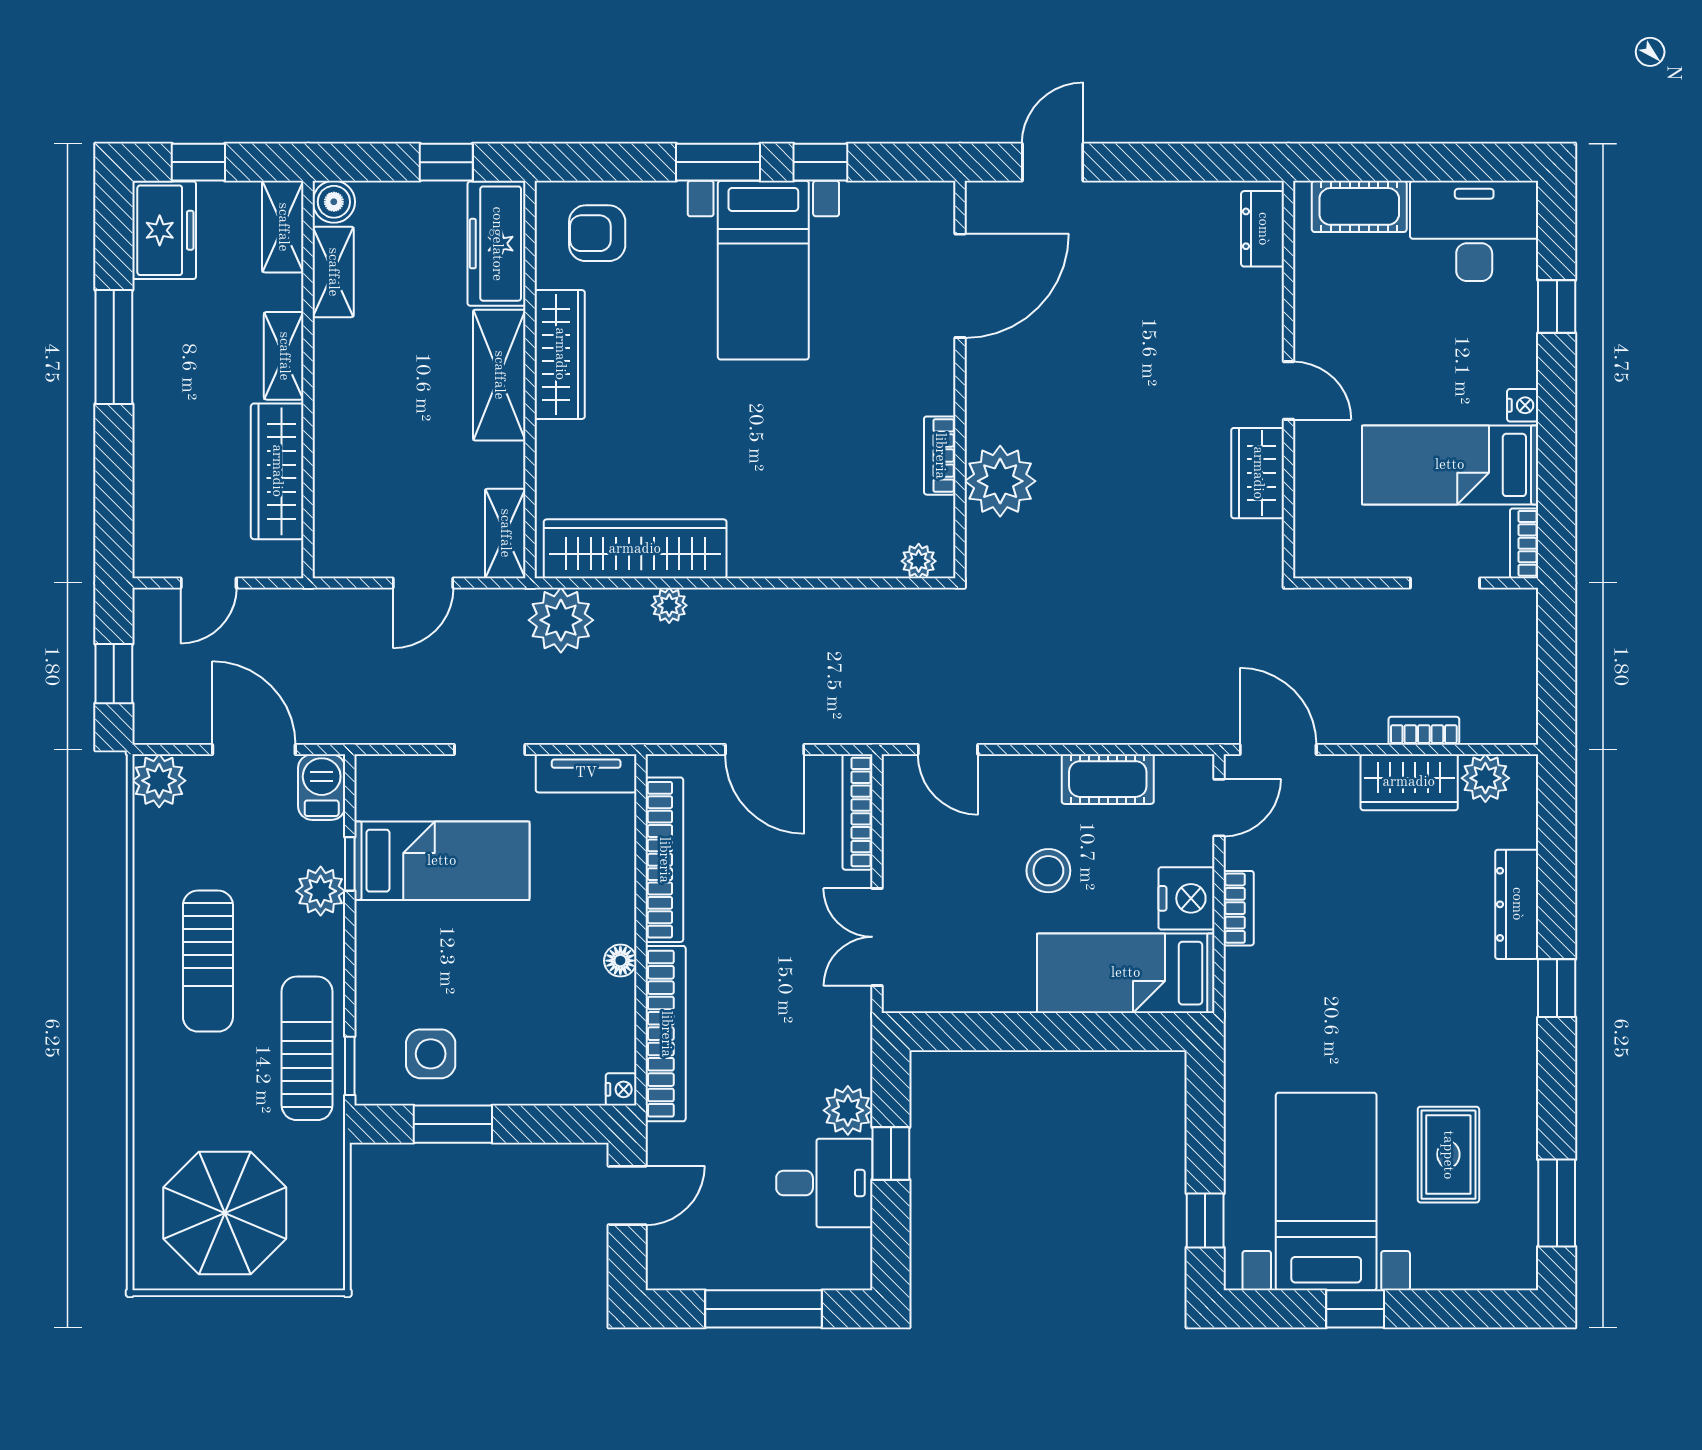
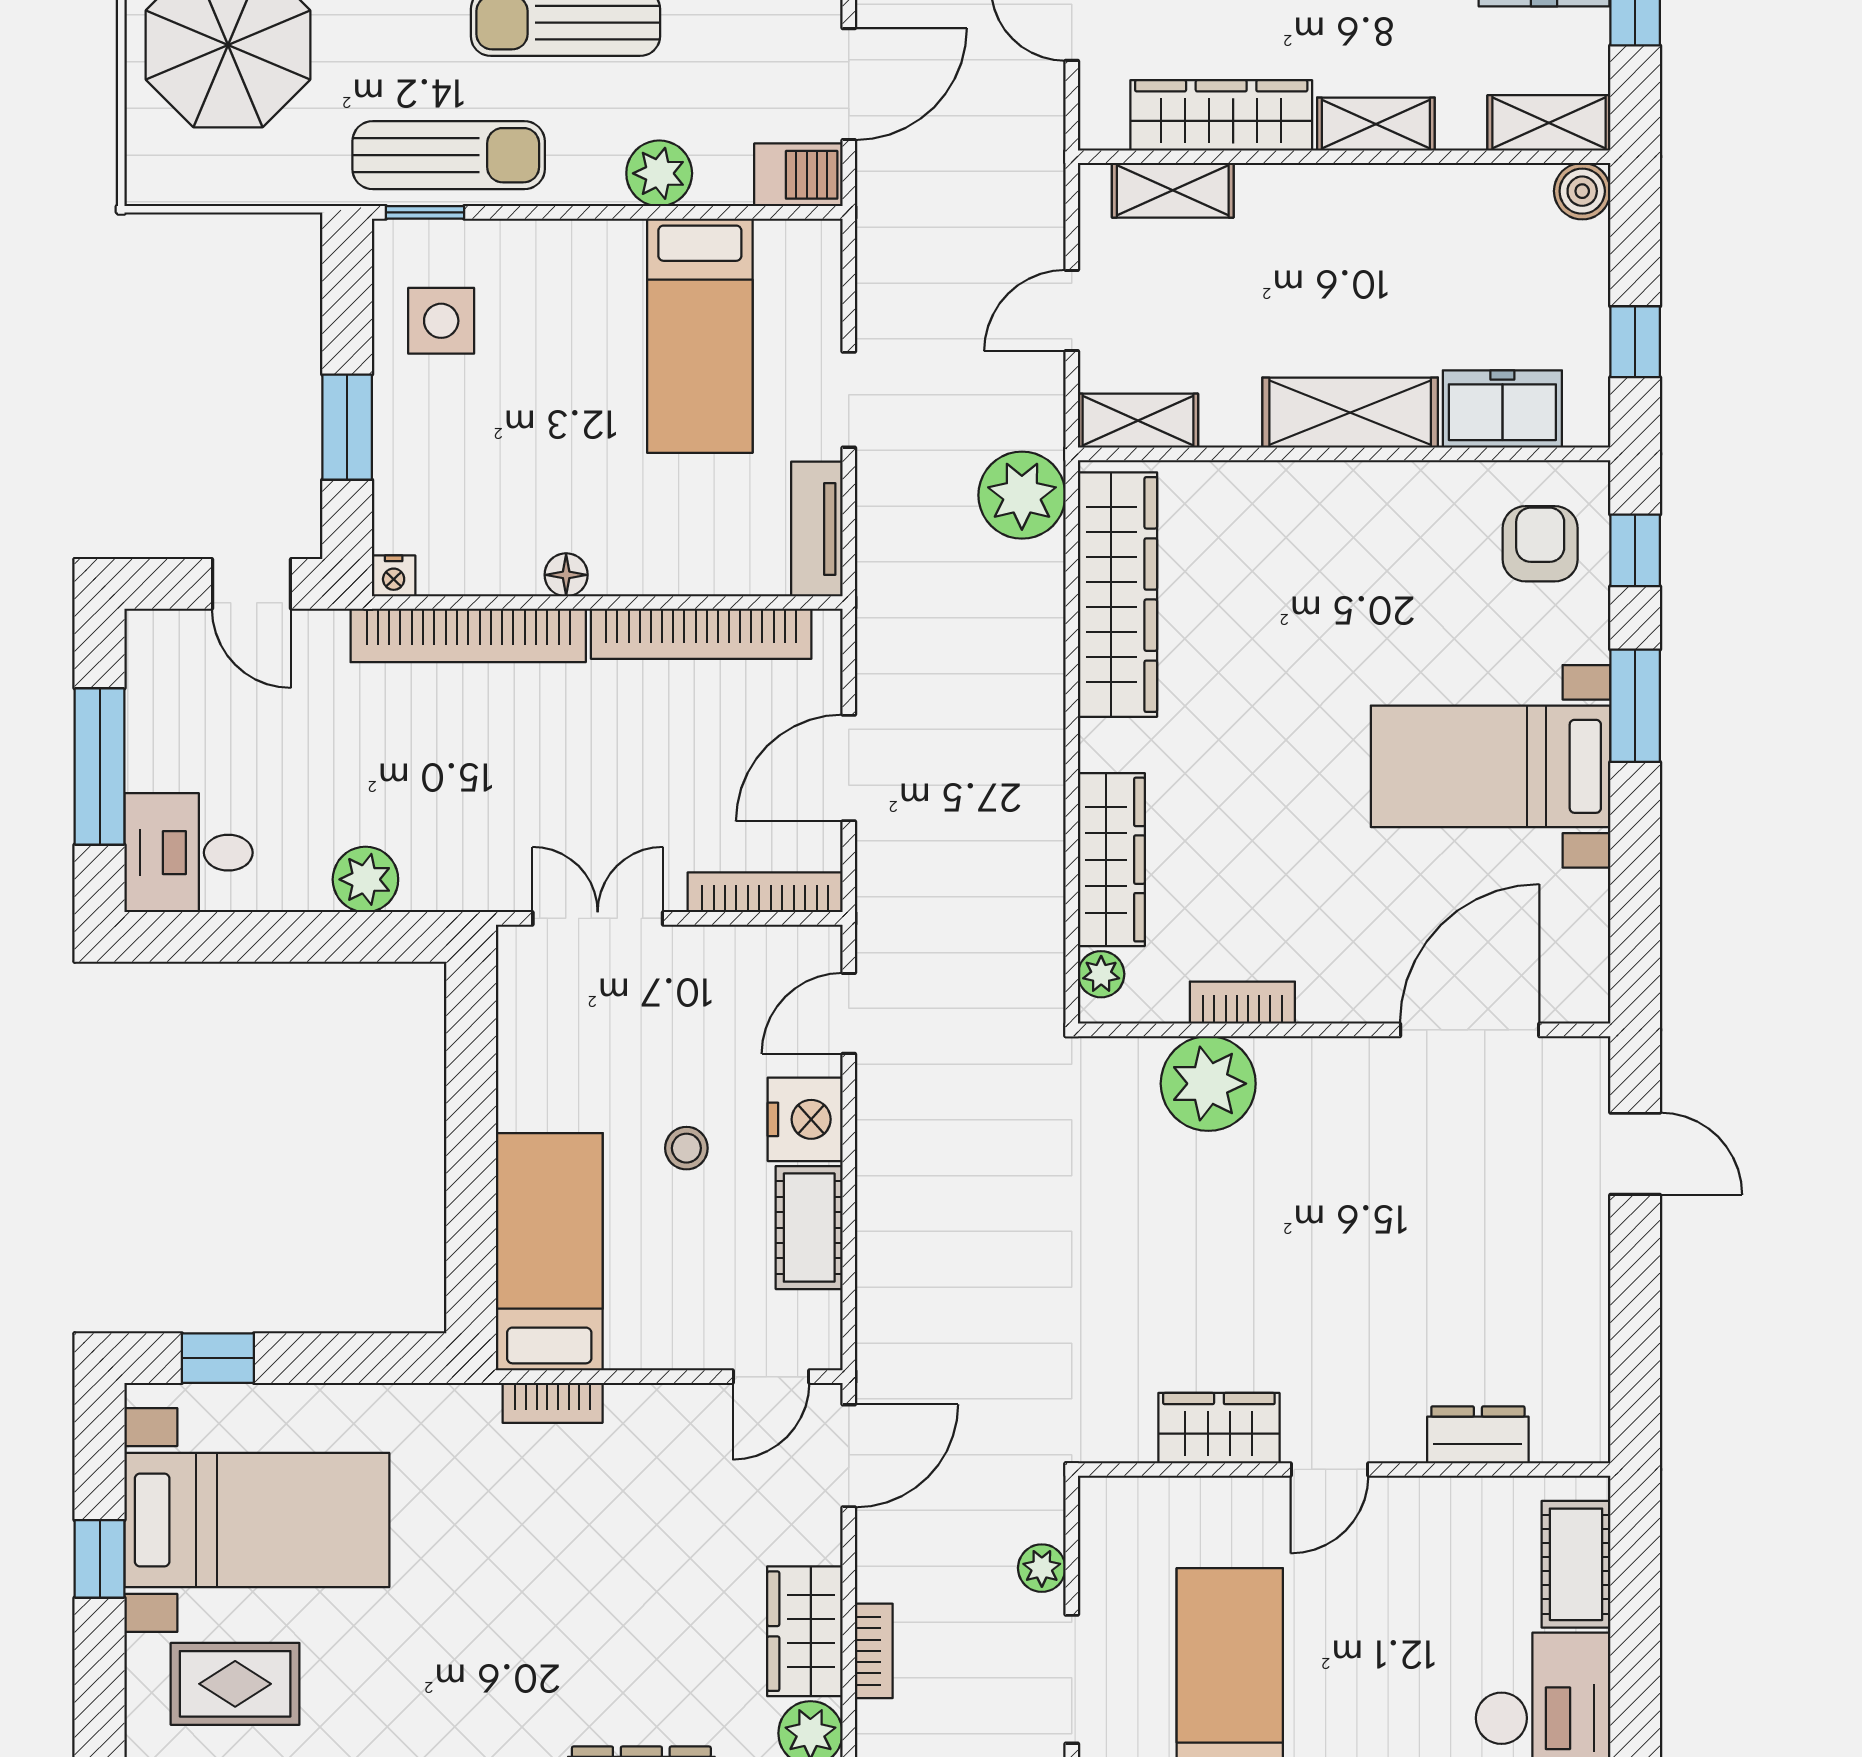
window: (820, 162) -> (1635, 550), moved
dresser: (1263, 229) -> (1478, 1435), moved
freezer: (497, 244) -> (1502, 409), width x0.71
shelving: (333, 272) -> (1173, 190), moved
door: (960, 286) -> (1470, 1030), swing flipped
wardrobe: (560, 354) -> (1111, 860), moved, turned -90
door: (423, 583) -> (1072, 311), hinge flipped
doorway: (1445, 583) -> (1072, 1679), width x1.38
plant: (669, 605) -> (1042, 1568), moved
door: (1219, 808) -> (771, 1377), hinge flipped
window: (350, 864) -> (696, 212), removed
stool: (1048, 871) -> (686, 1148), width x0.73, depth x0.73
nightstand: (1186, 898) -> (805, 1119), moved, turned -90
bookcase: (1239, 908) -> (553, 1403), moved
window: (453, 1124) -> (347, 427), moved
window: (891, 1153) -> (308, 937), removed
rug: (1448, 1155) -> (235, 1684), moved
desk: (824, 1183) -> (188, 853), moved, turned 90

